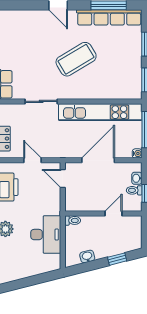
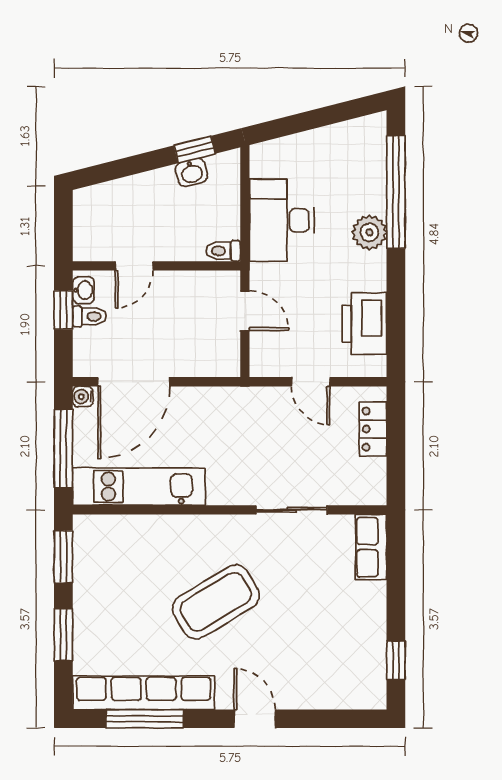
kitchen unit: (100, 112) -> (139, 487), width x0.73
door: (98, 160) -> (134, 382), moved
washbasin: (137, 178) -> (83, 290), moved
door: (63, 179) -> (245, 311), moved
window: (117, 259) -> (195, 149), moved

